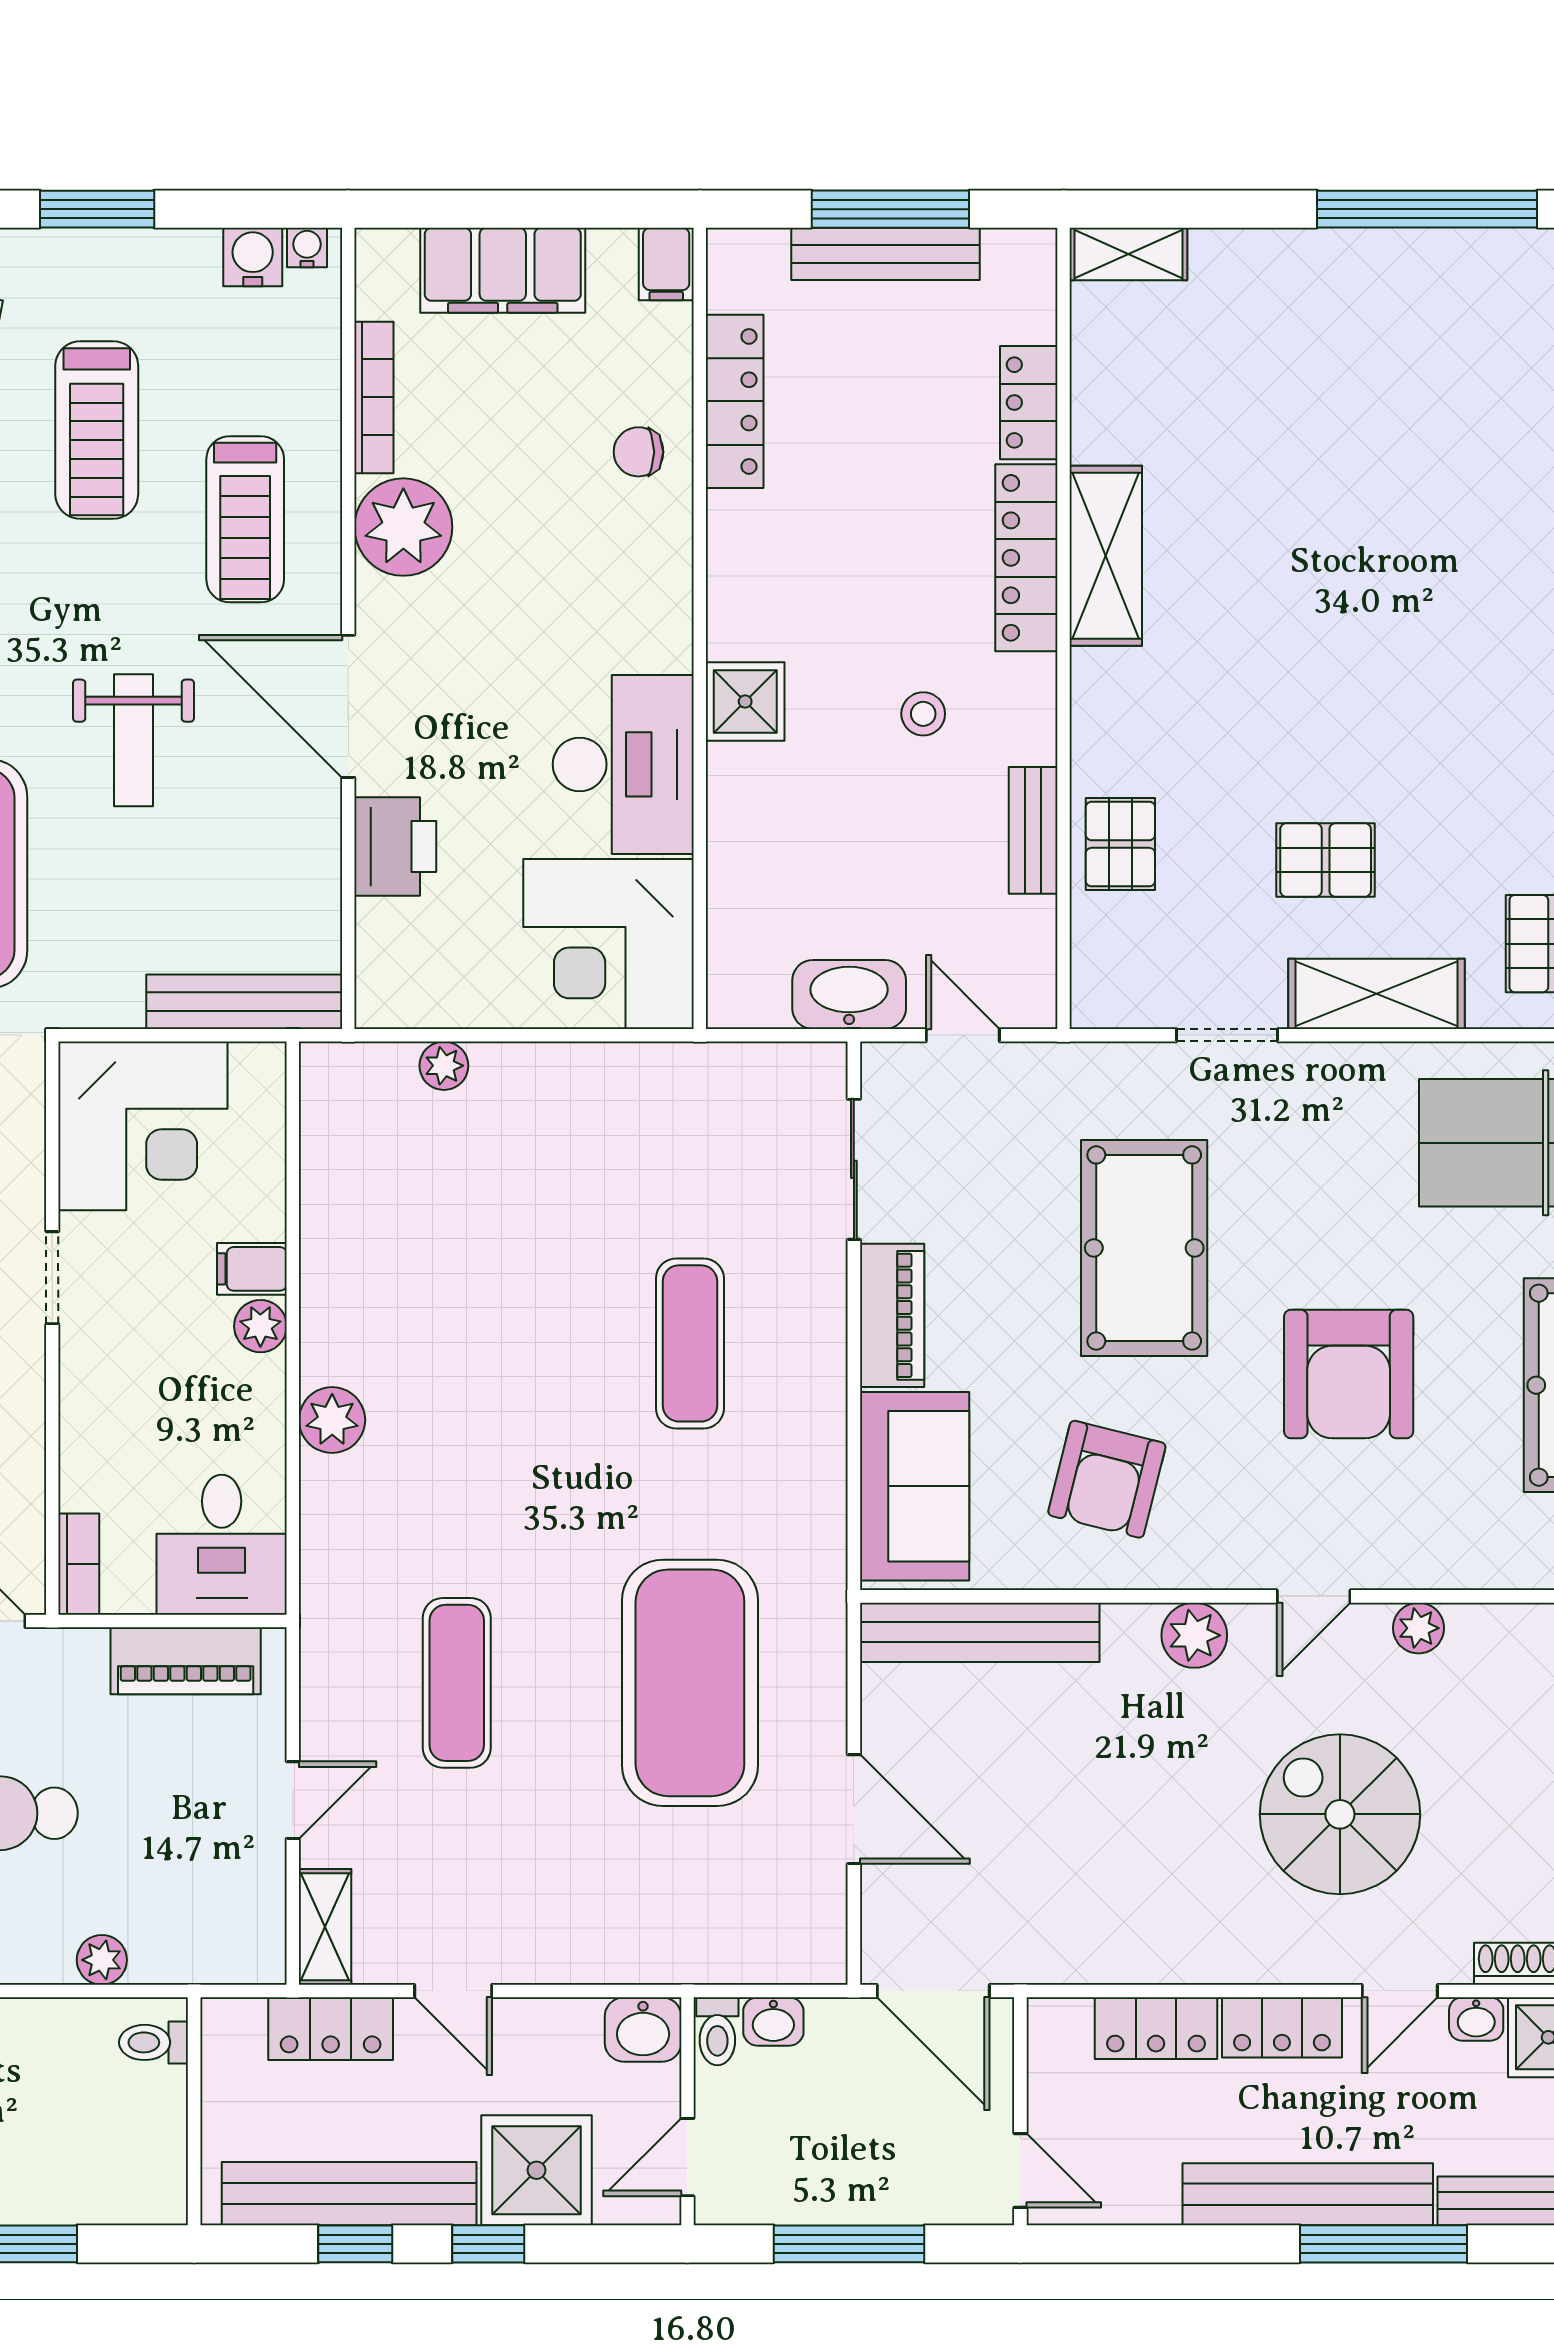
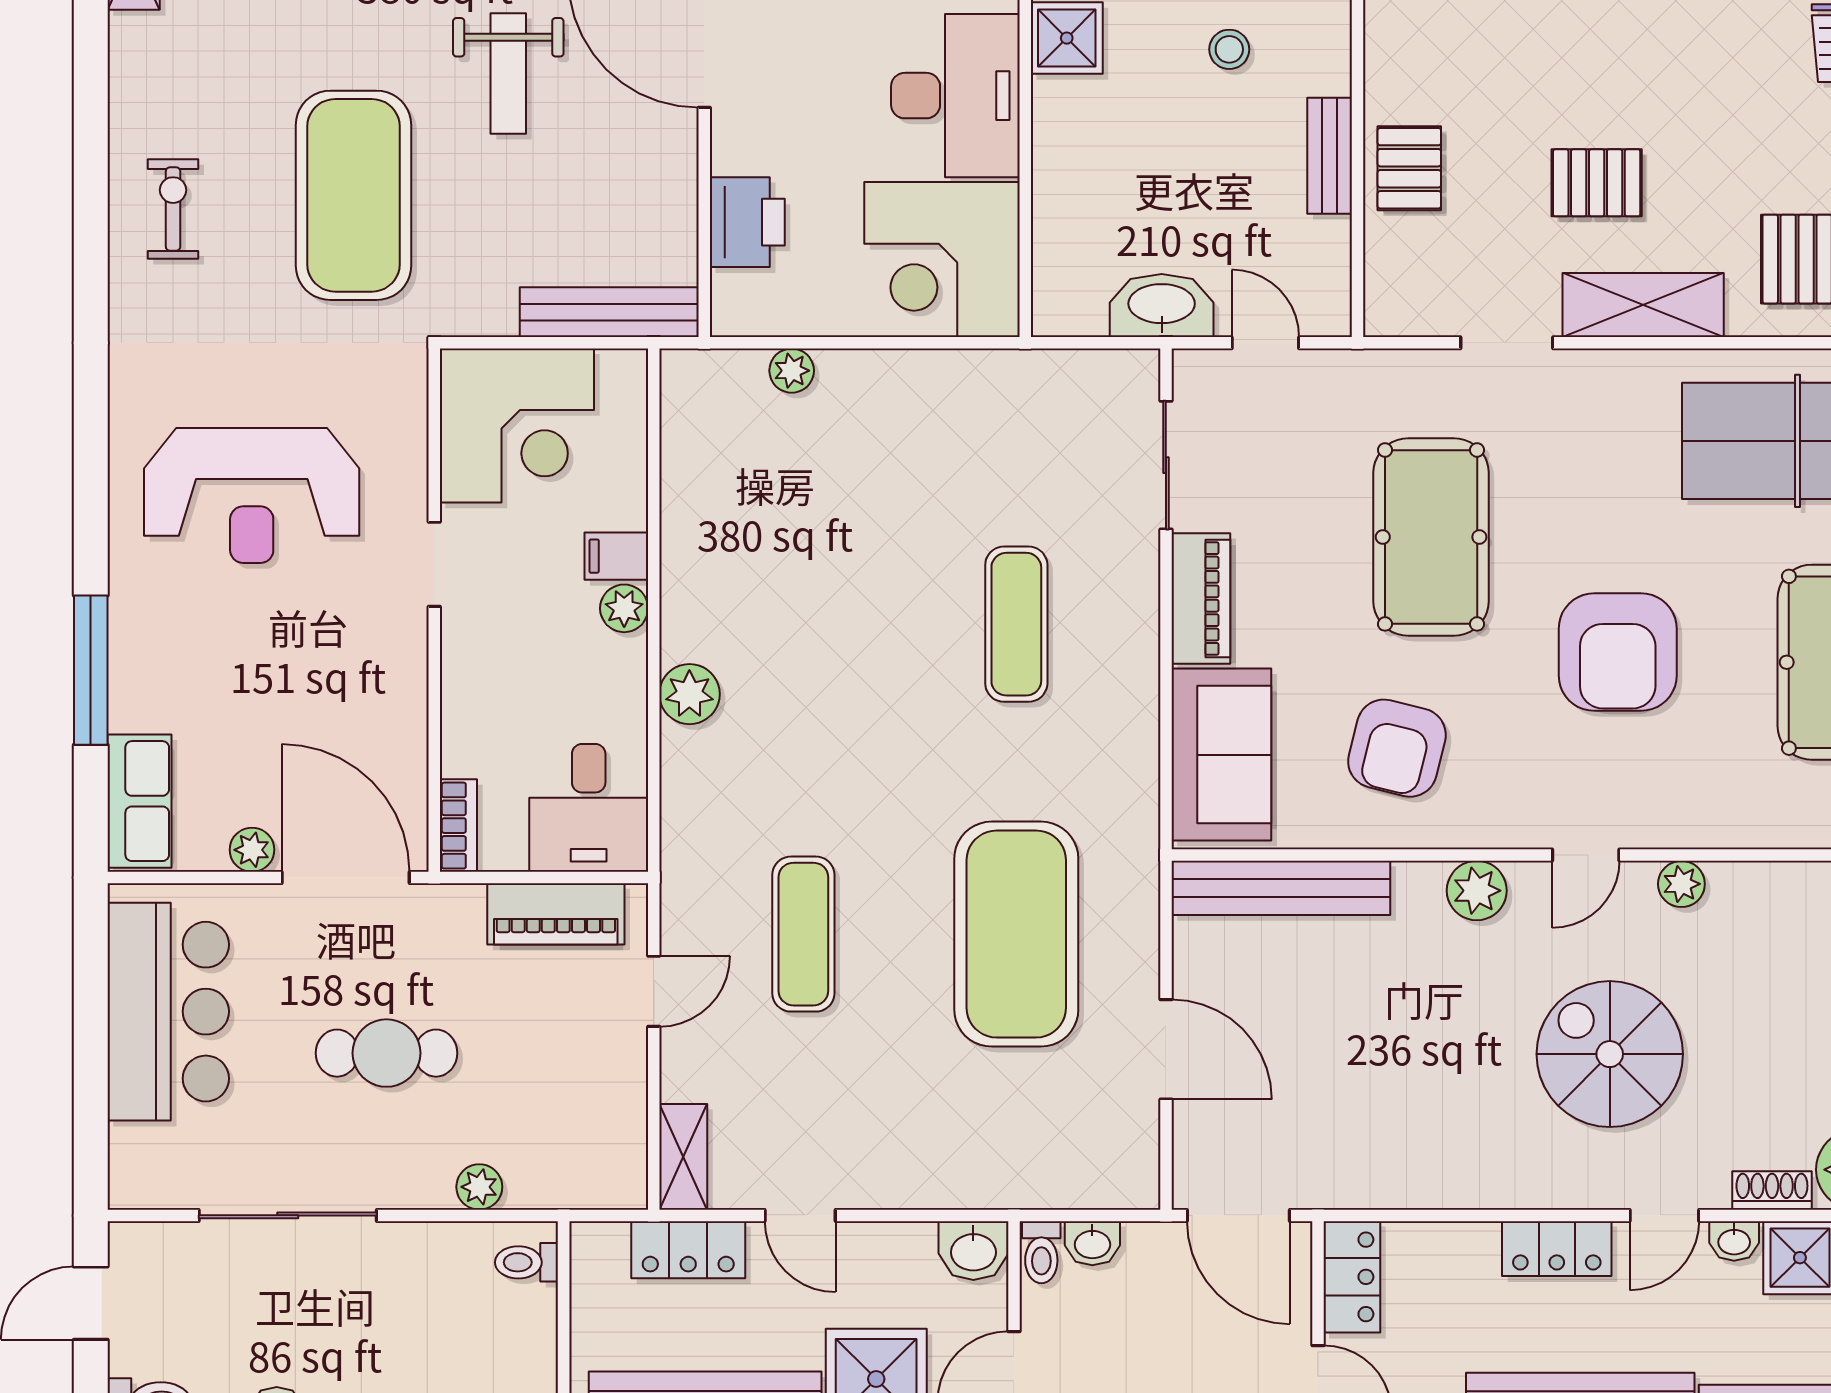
printer: (395, 847) -> (747, 222), moved
door: (293, 1800) -> (654, 991), moved
locker: (1156, 2028) -> (1352, 1277), moved, turned -90

